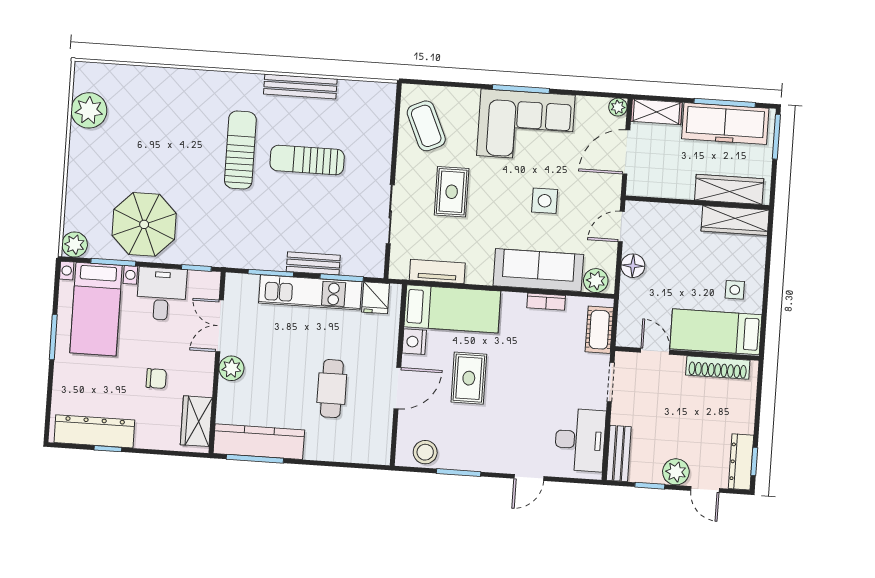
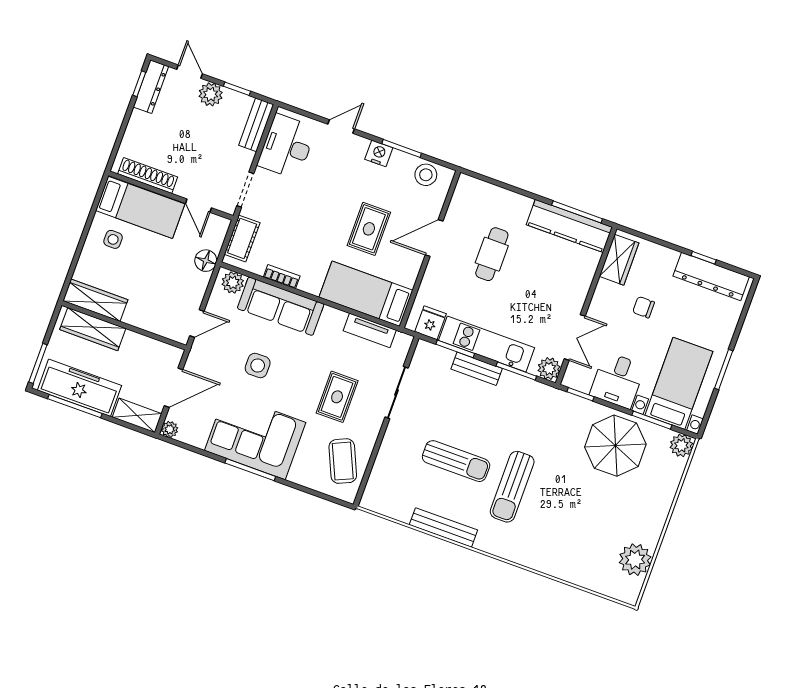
floor lamp: (633, 266) -> (206, 261), moved
nightstand: (414, 342) -> (379, 153), moved, turned -90
plant: (231, 368) -> (549, 369), moved

